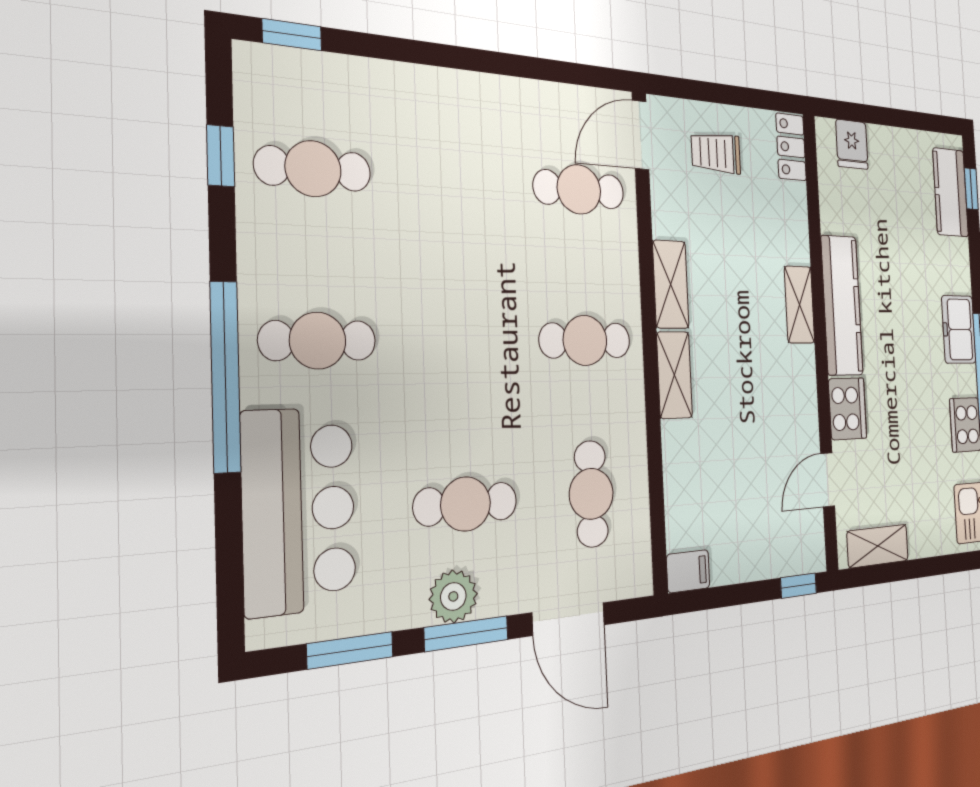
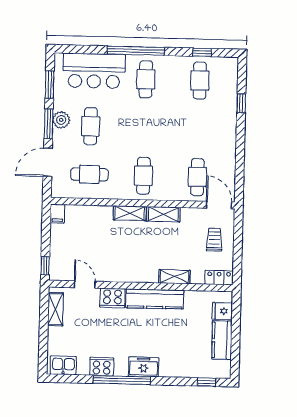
window: (292, 35) -> (241, 103), moved
kitchen counter: (951, 192) -> (222, 340), moved, turned -90
shelving: (800, 305) -> (174, 277), moved

